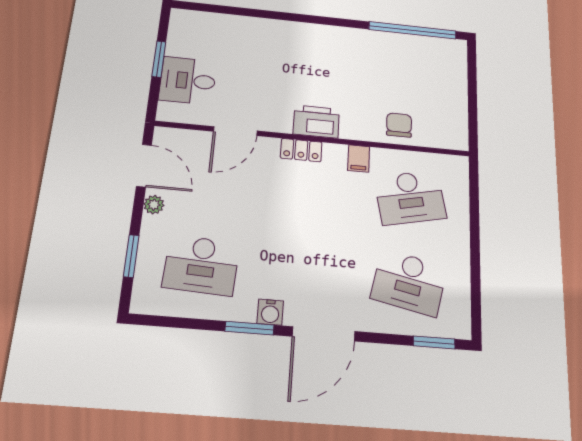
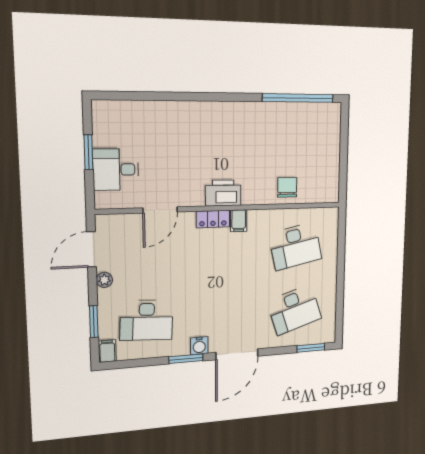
filing cabinet: (359, 159) -> (239, 221), moved
door: (144, 166) -> (92, 249), swing flipped
desk: (409, 282) -> (294, 310), turned -30
filing cabinet: (142, 299) -> (107, 351), added

